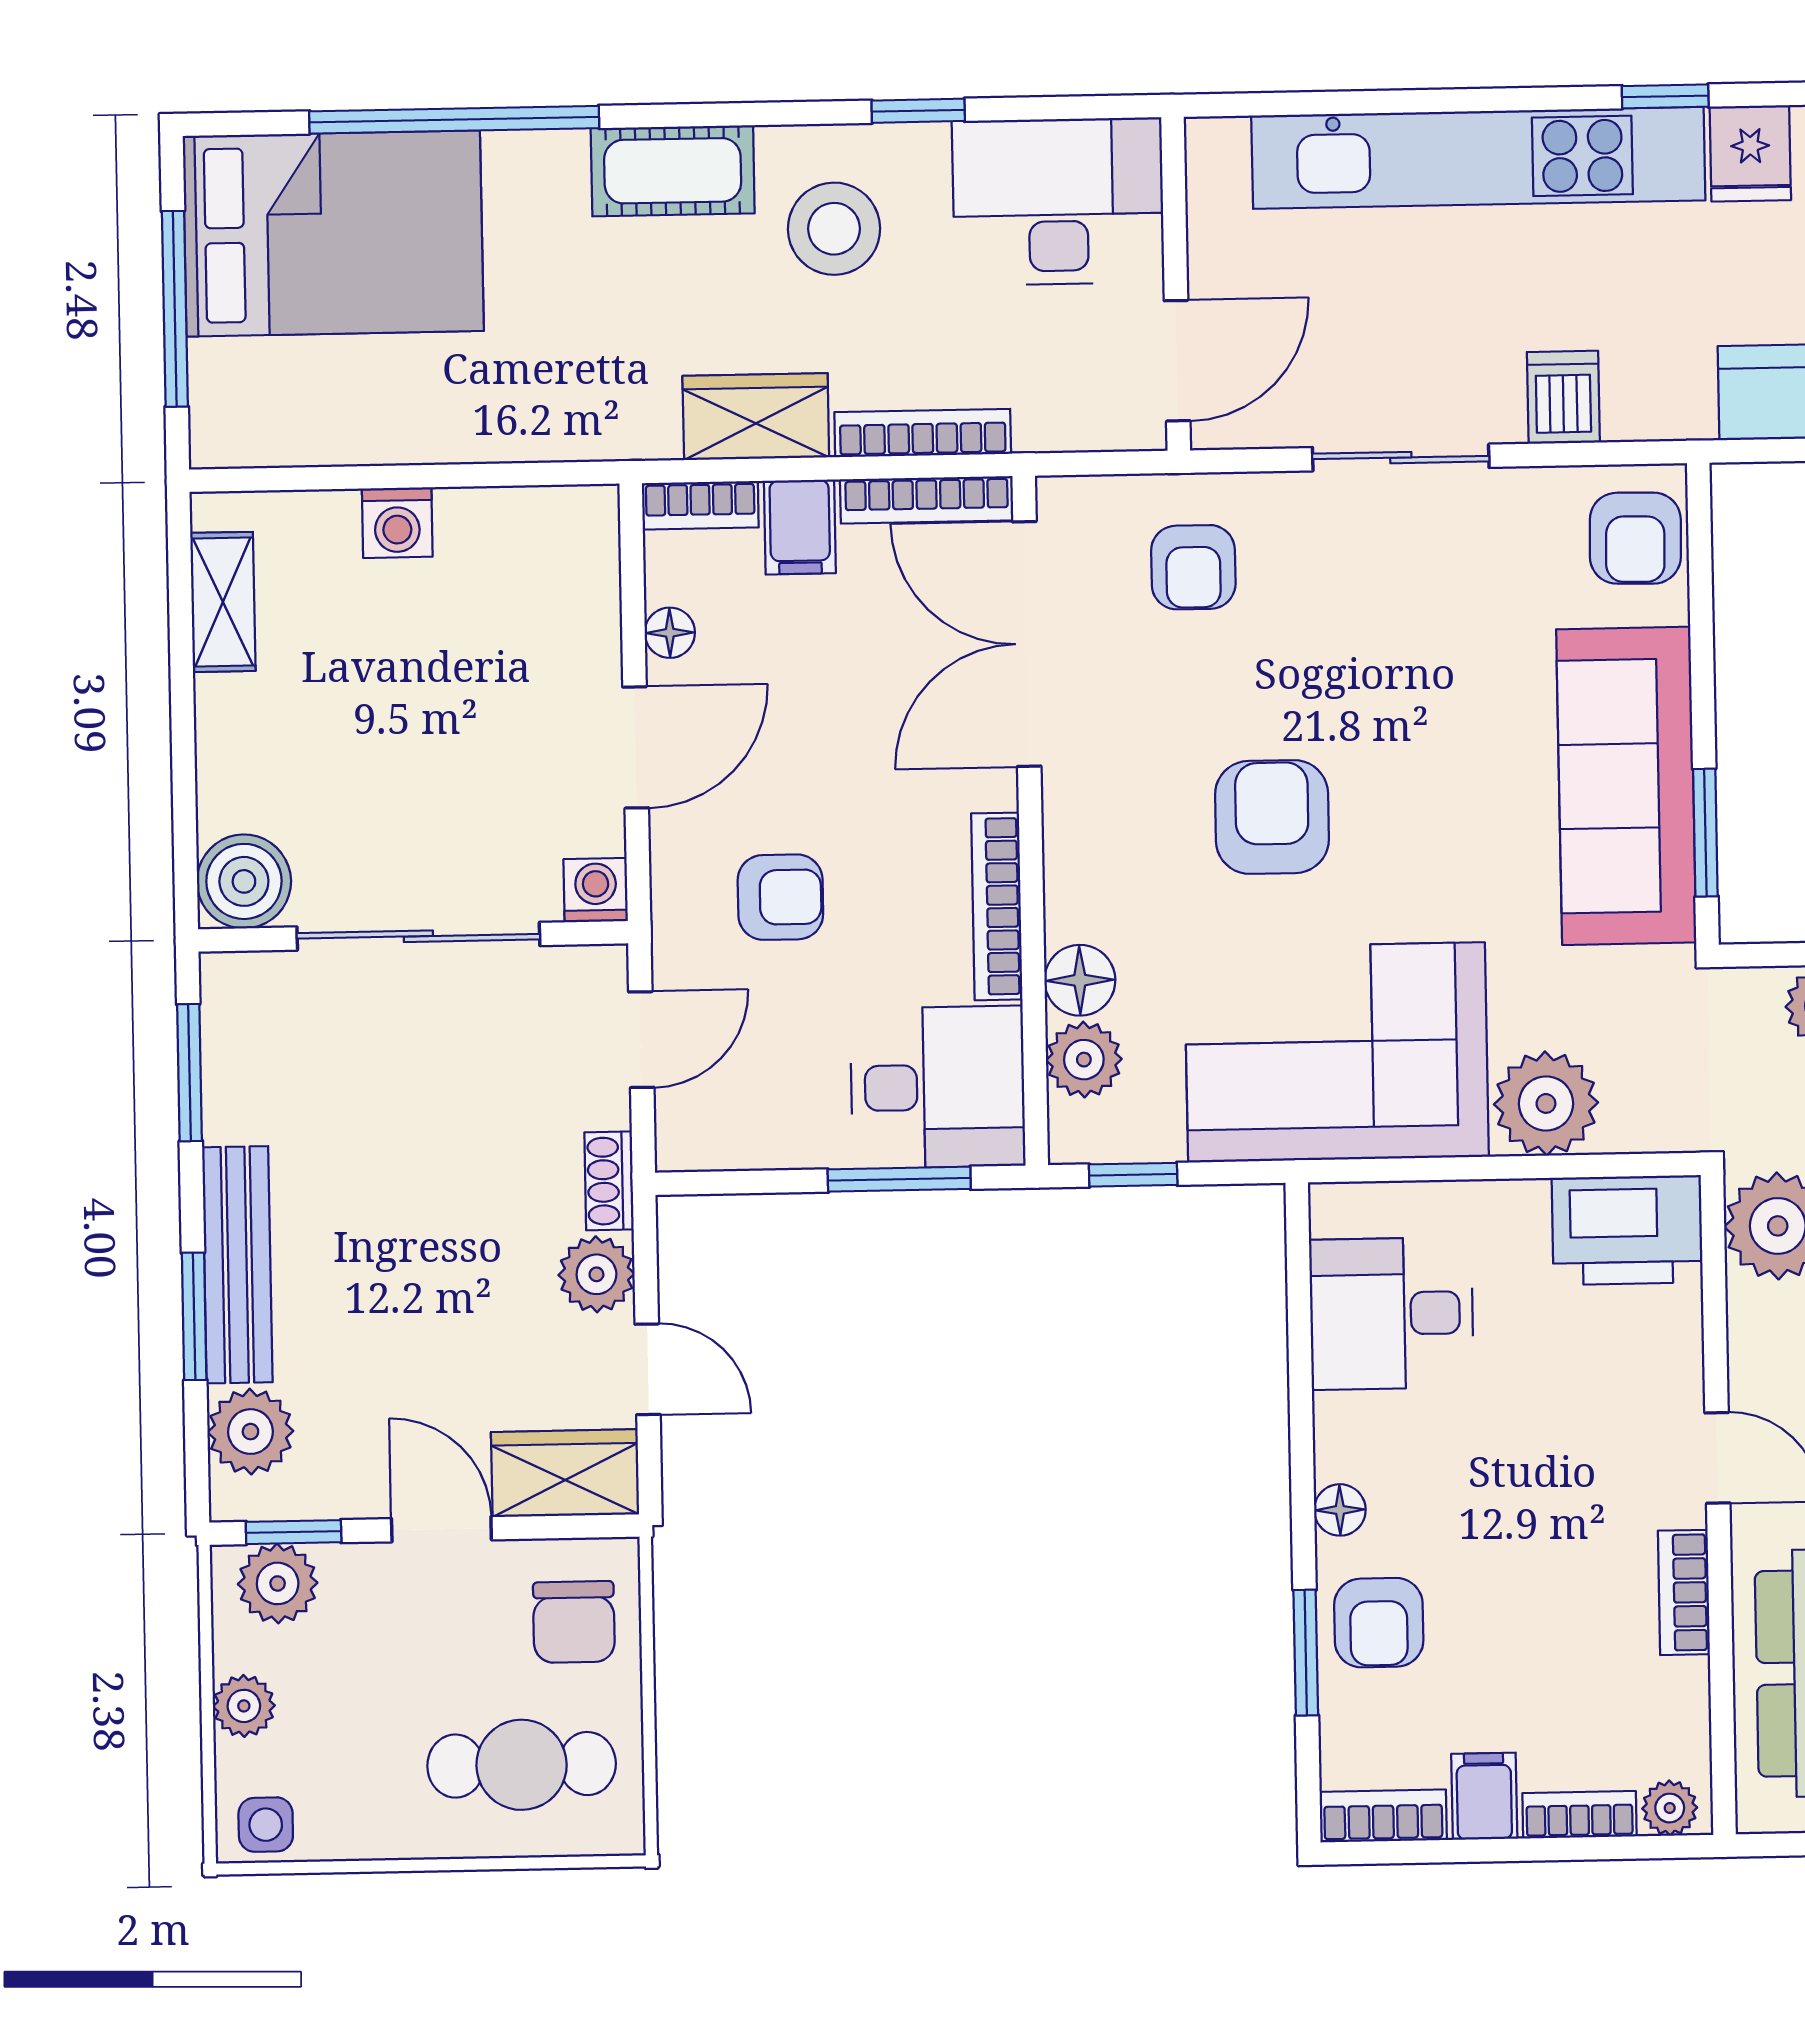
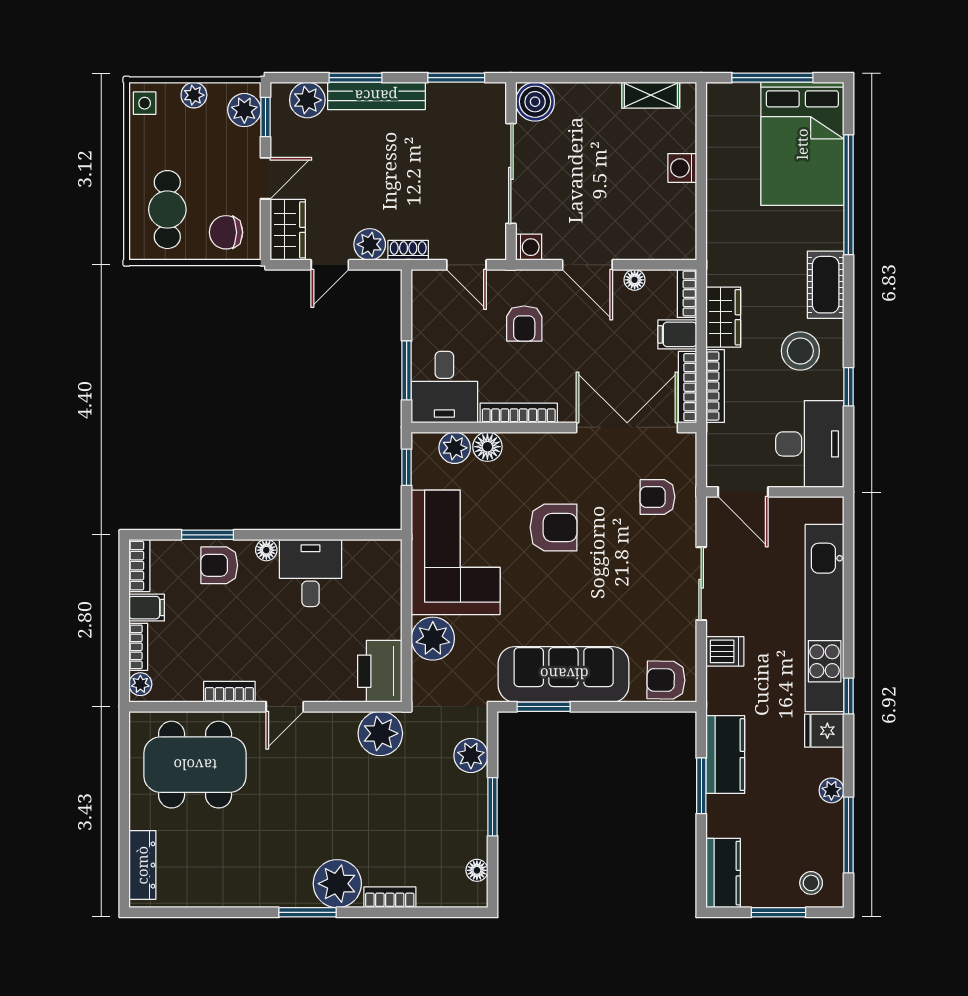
desk: (1391, 1314) -> (310, 573), moved

